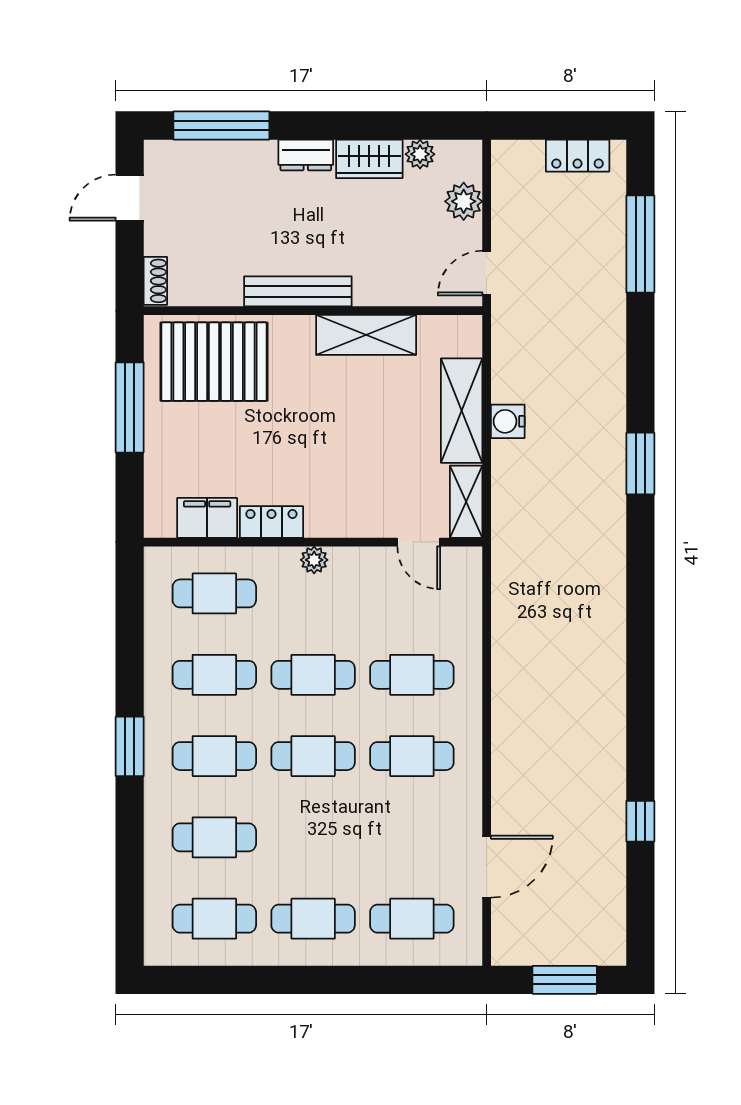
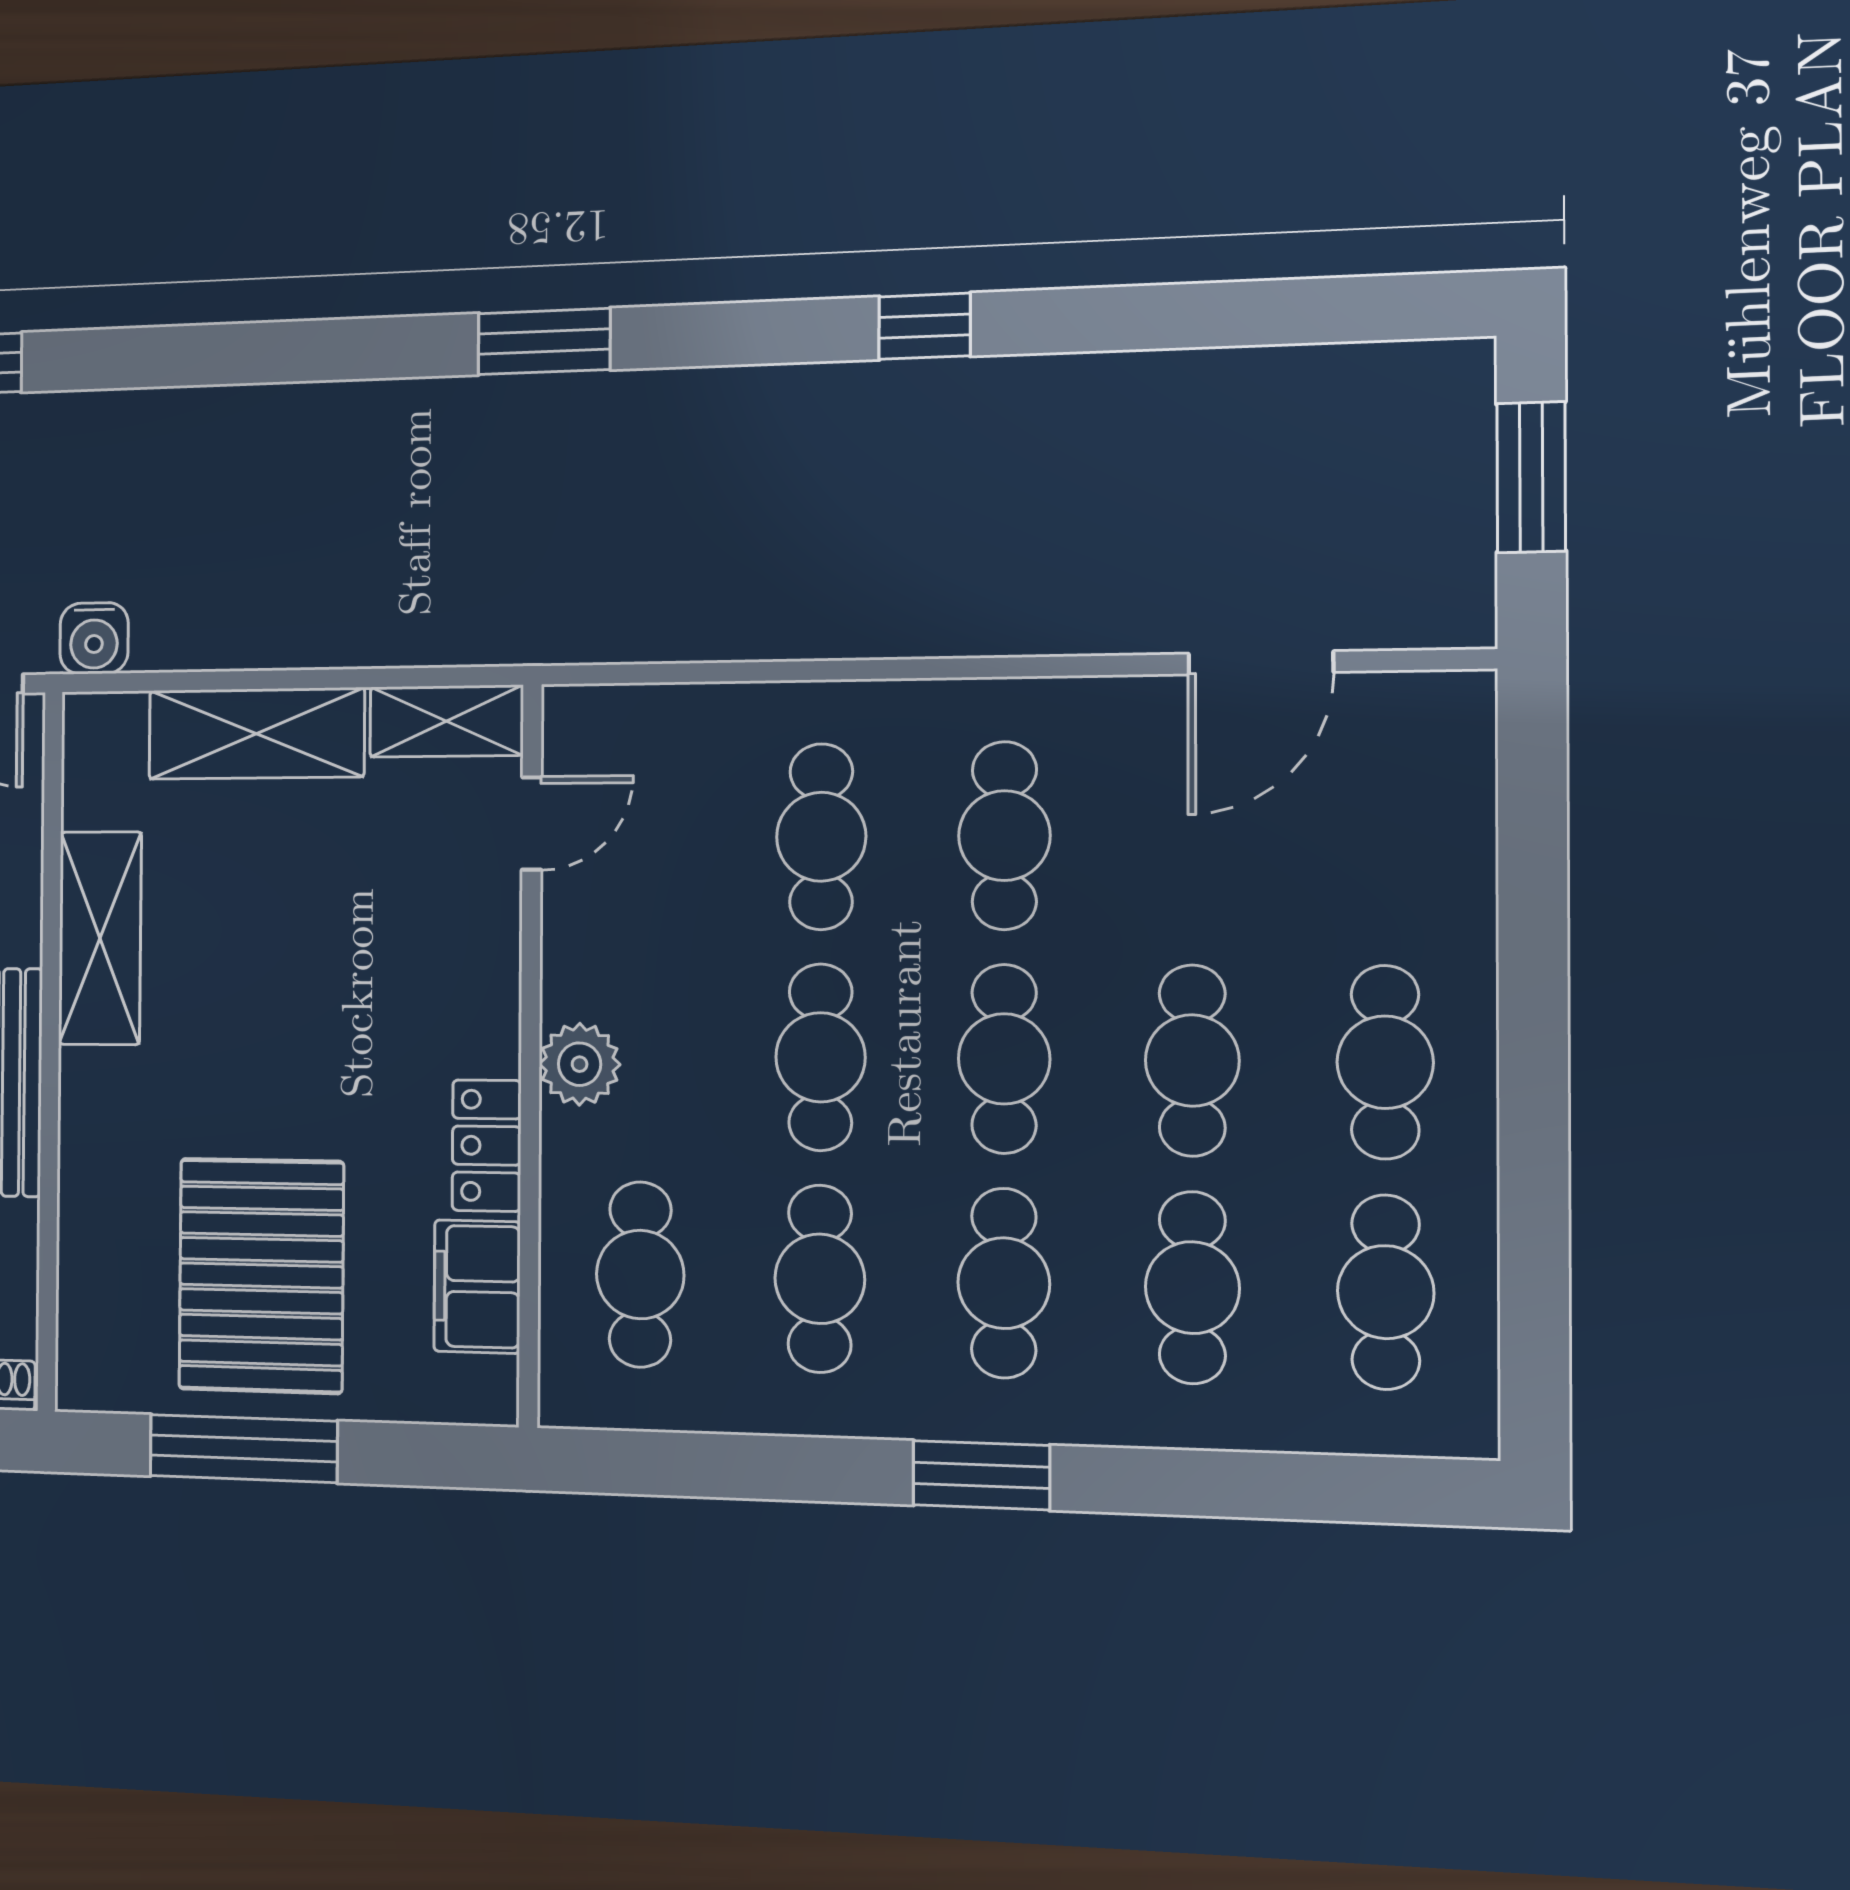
pallet: (214, 362) -> (261, 1276), moved
water cooler: (508, 421) -> (94, 638), moved
window: (640, 464) -> (544, 341), moved
plant: (314, 560) -> (580, 1064), width x1.38, depth x1.38
window: (640, 821) -> (925, 326), moved
door: (487, 867) -> (1261, 663), swing flipped
cafe table: (412, 919) -> (1192, 1061), moved

